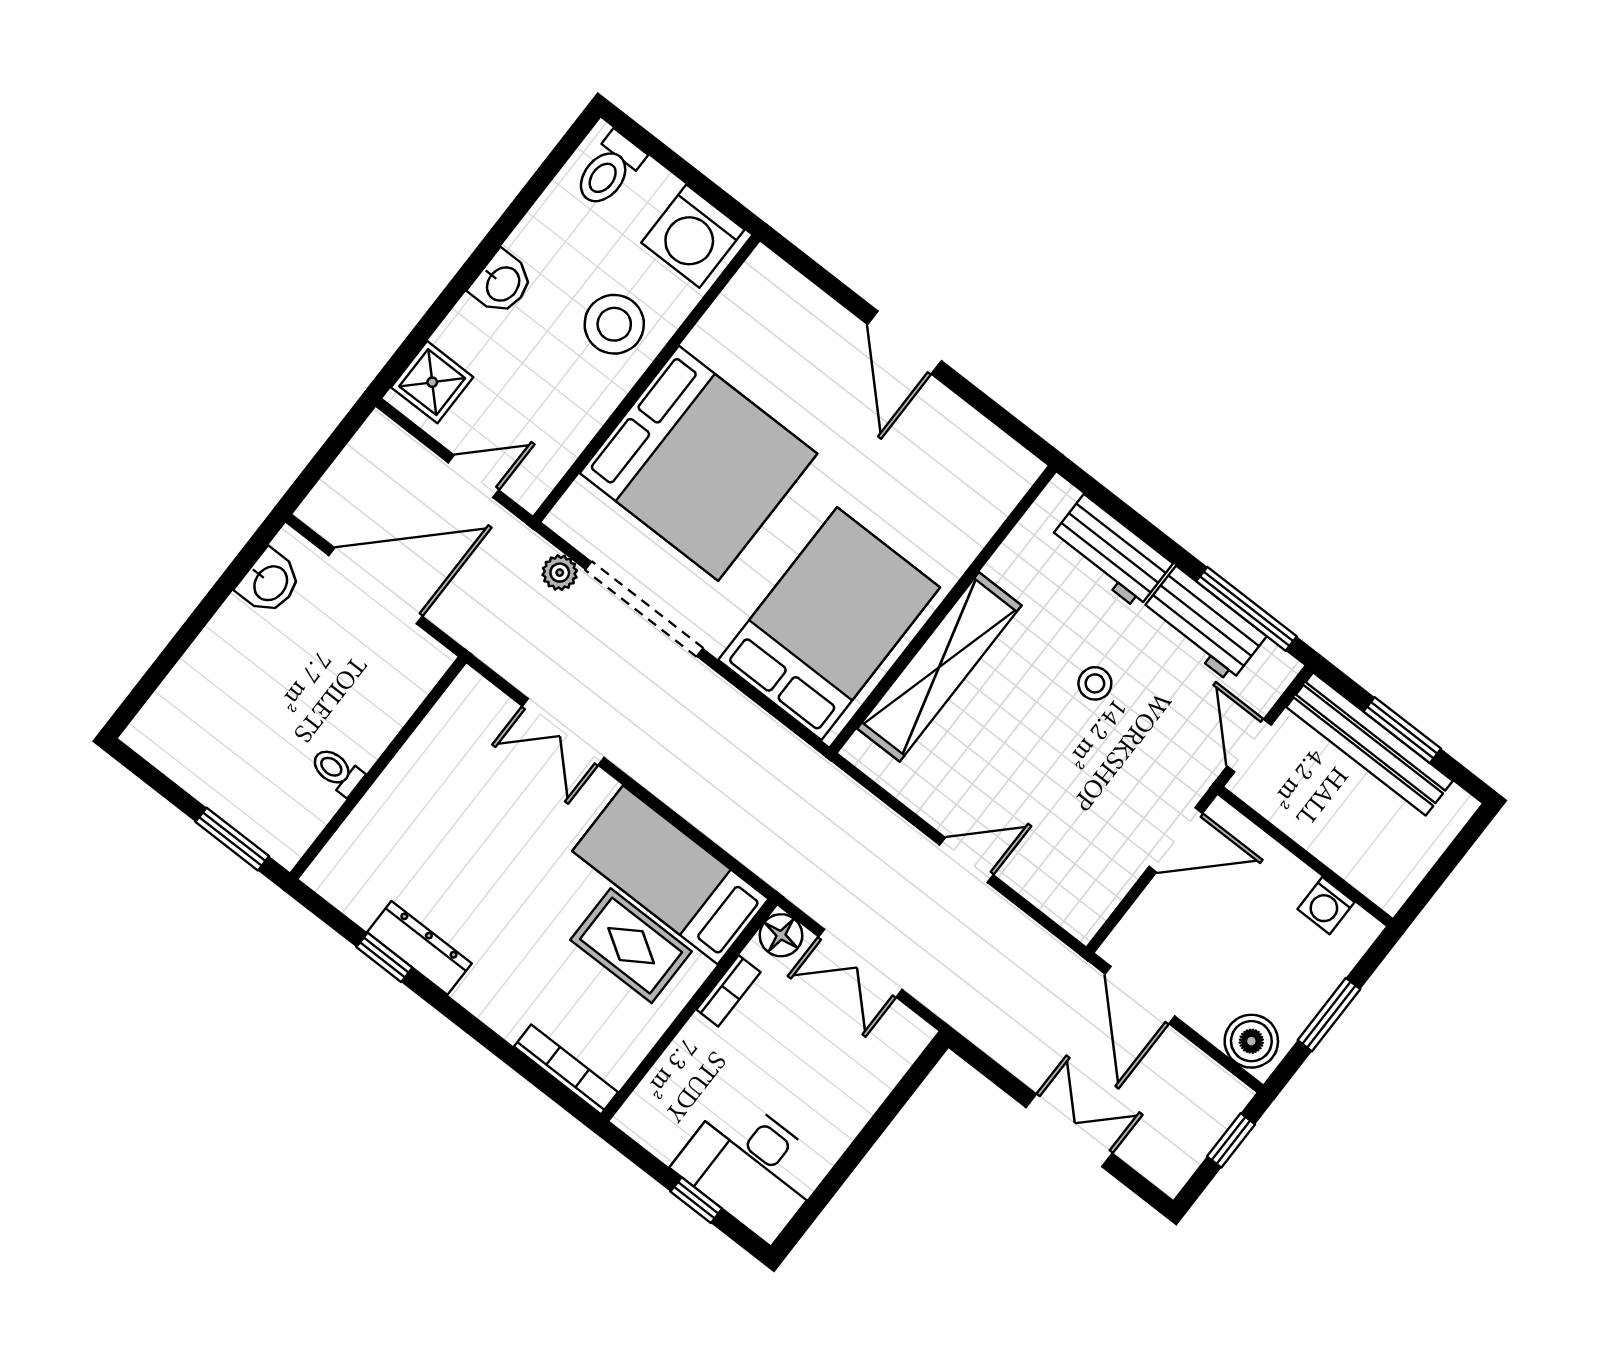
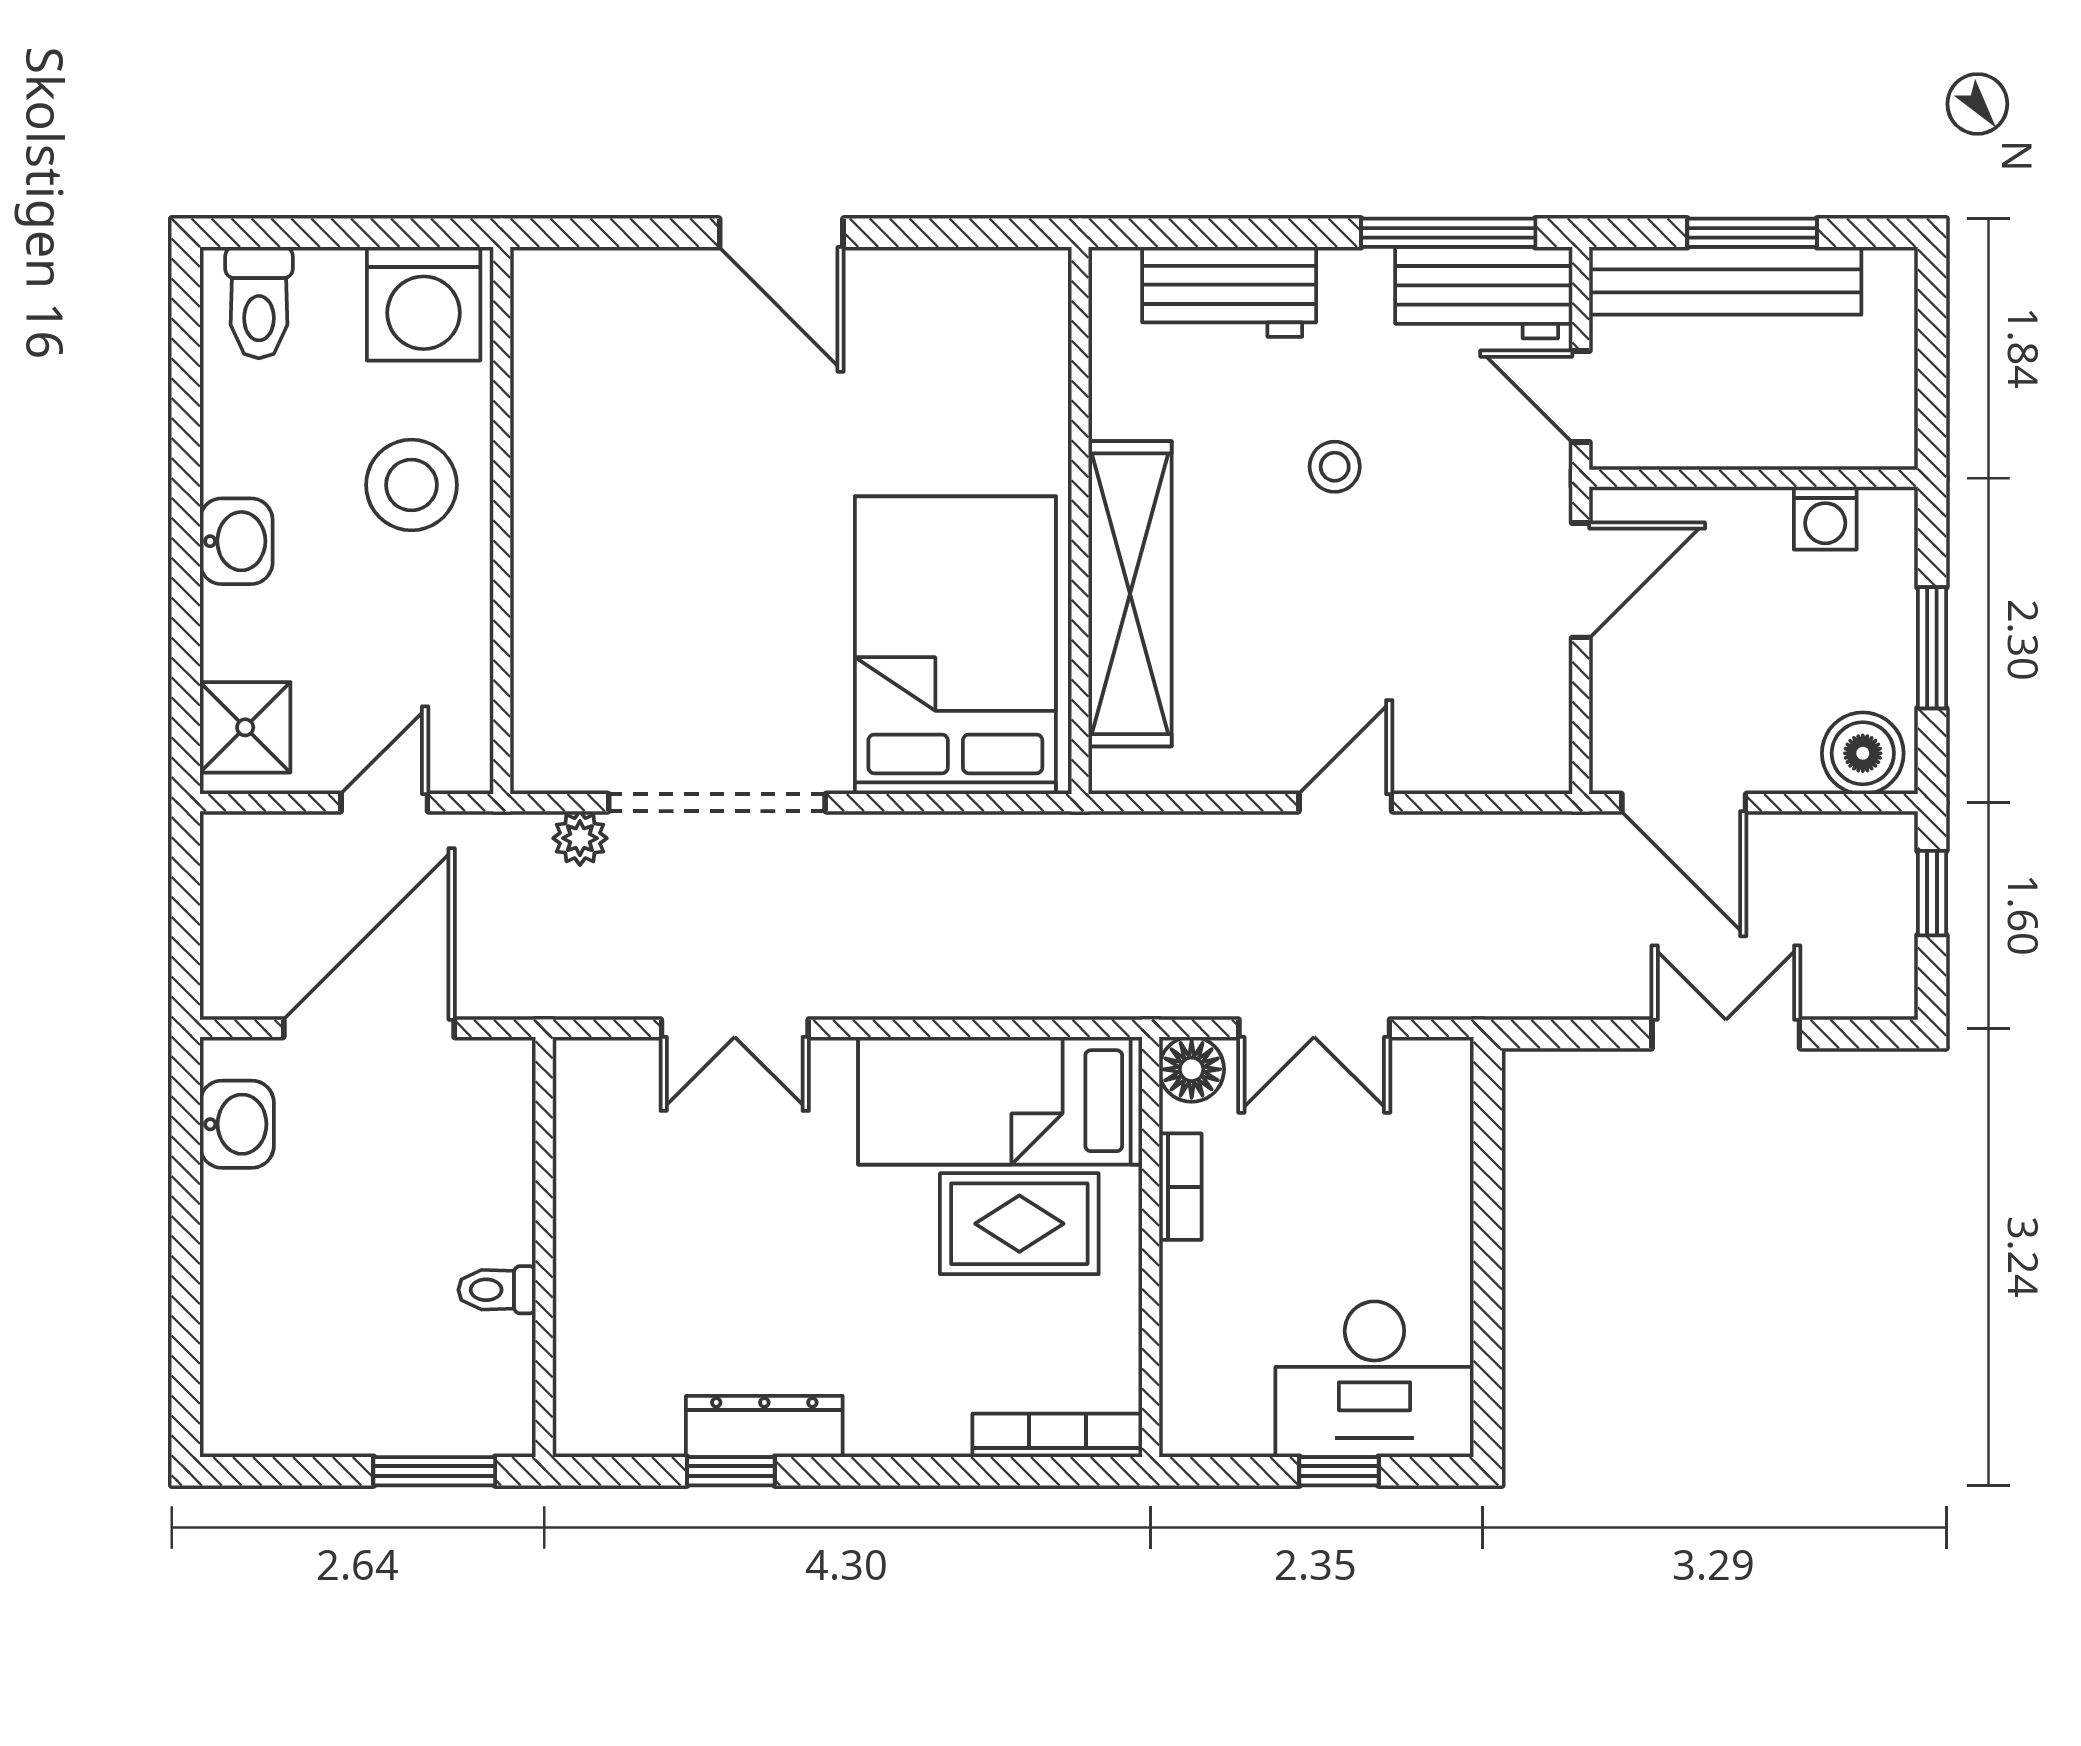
bed: (699, 463) -> (645, 574), removed
workbench: (1203, 624) -> (1484, 293), moved

